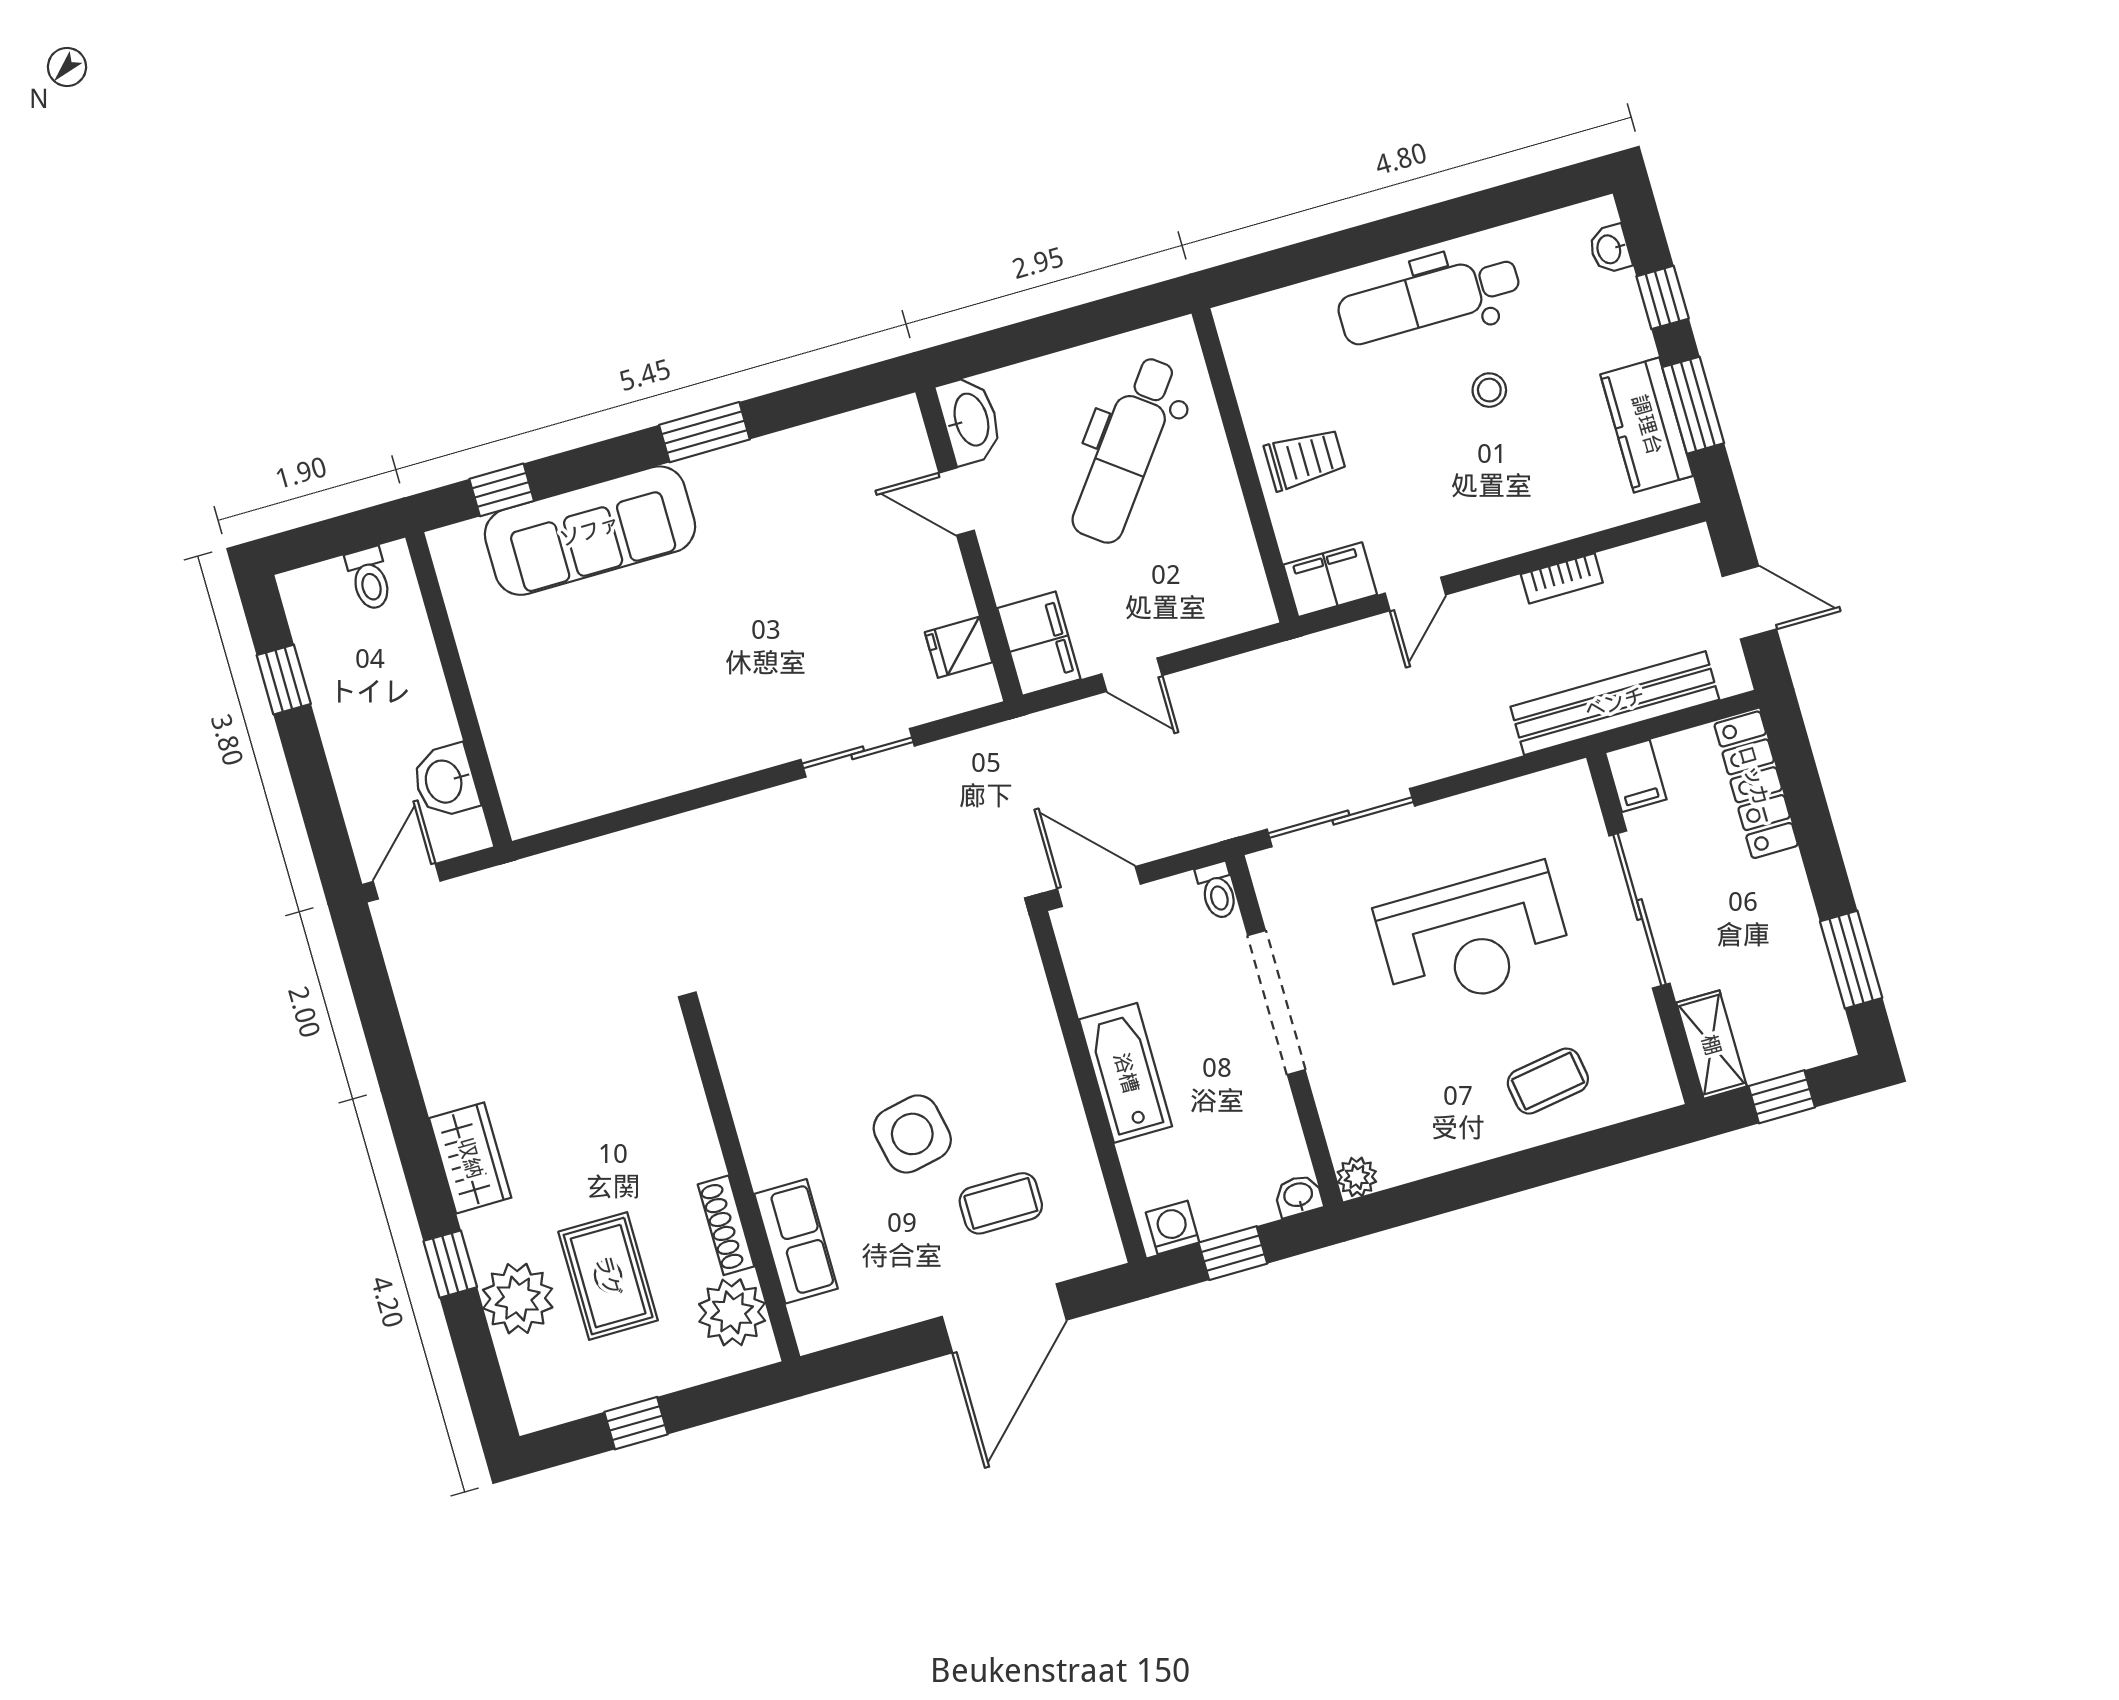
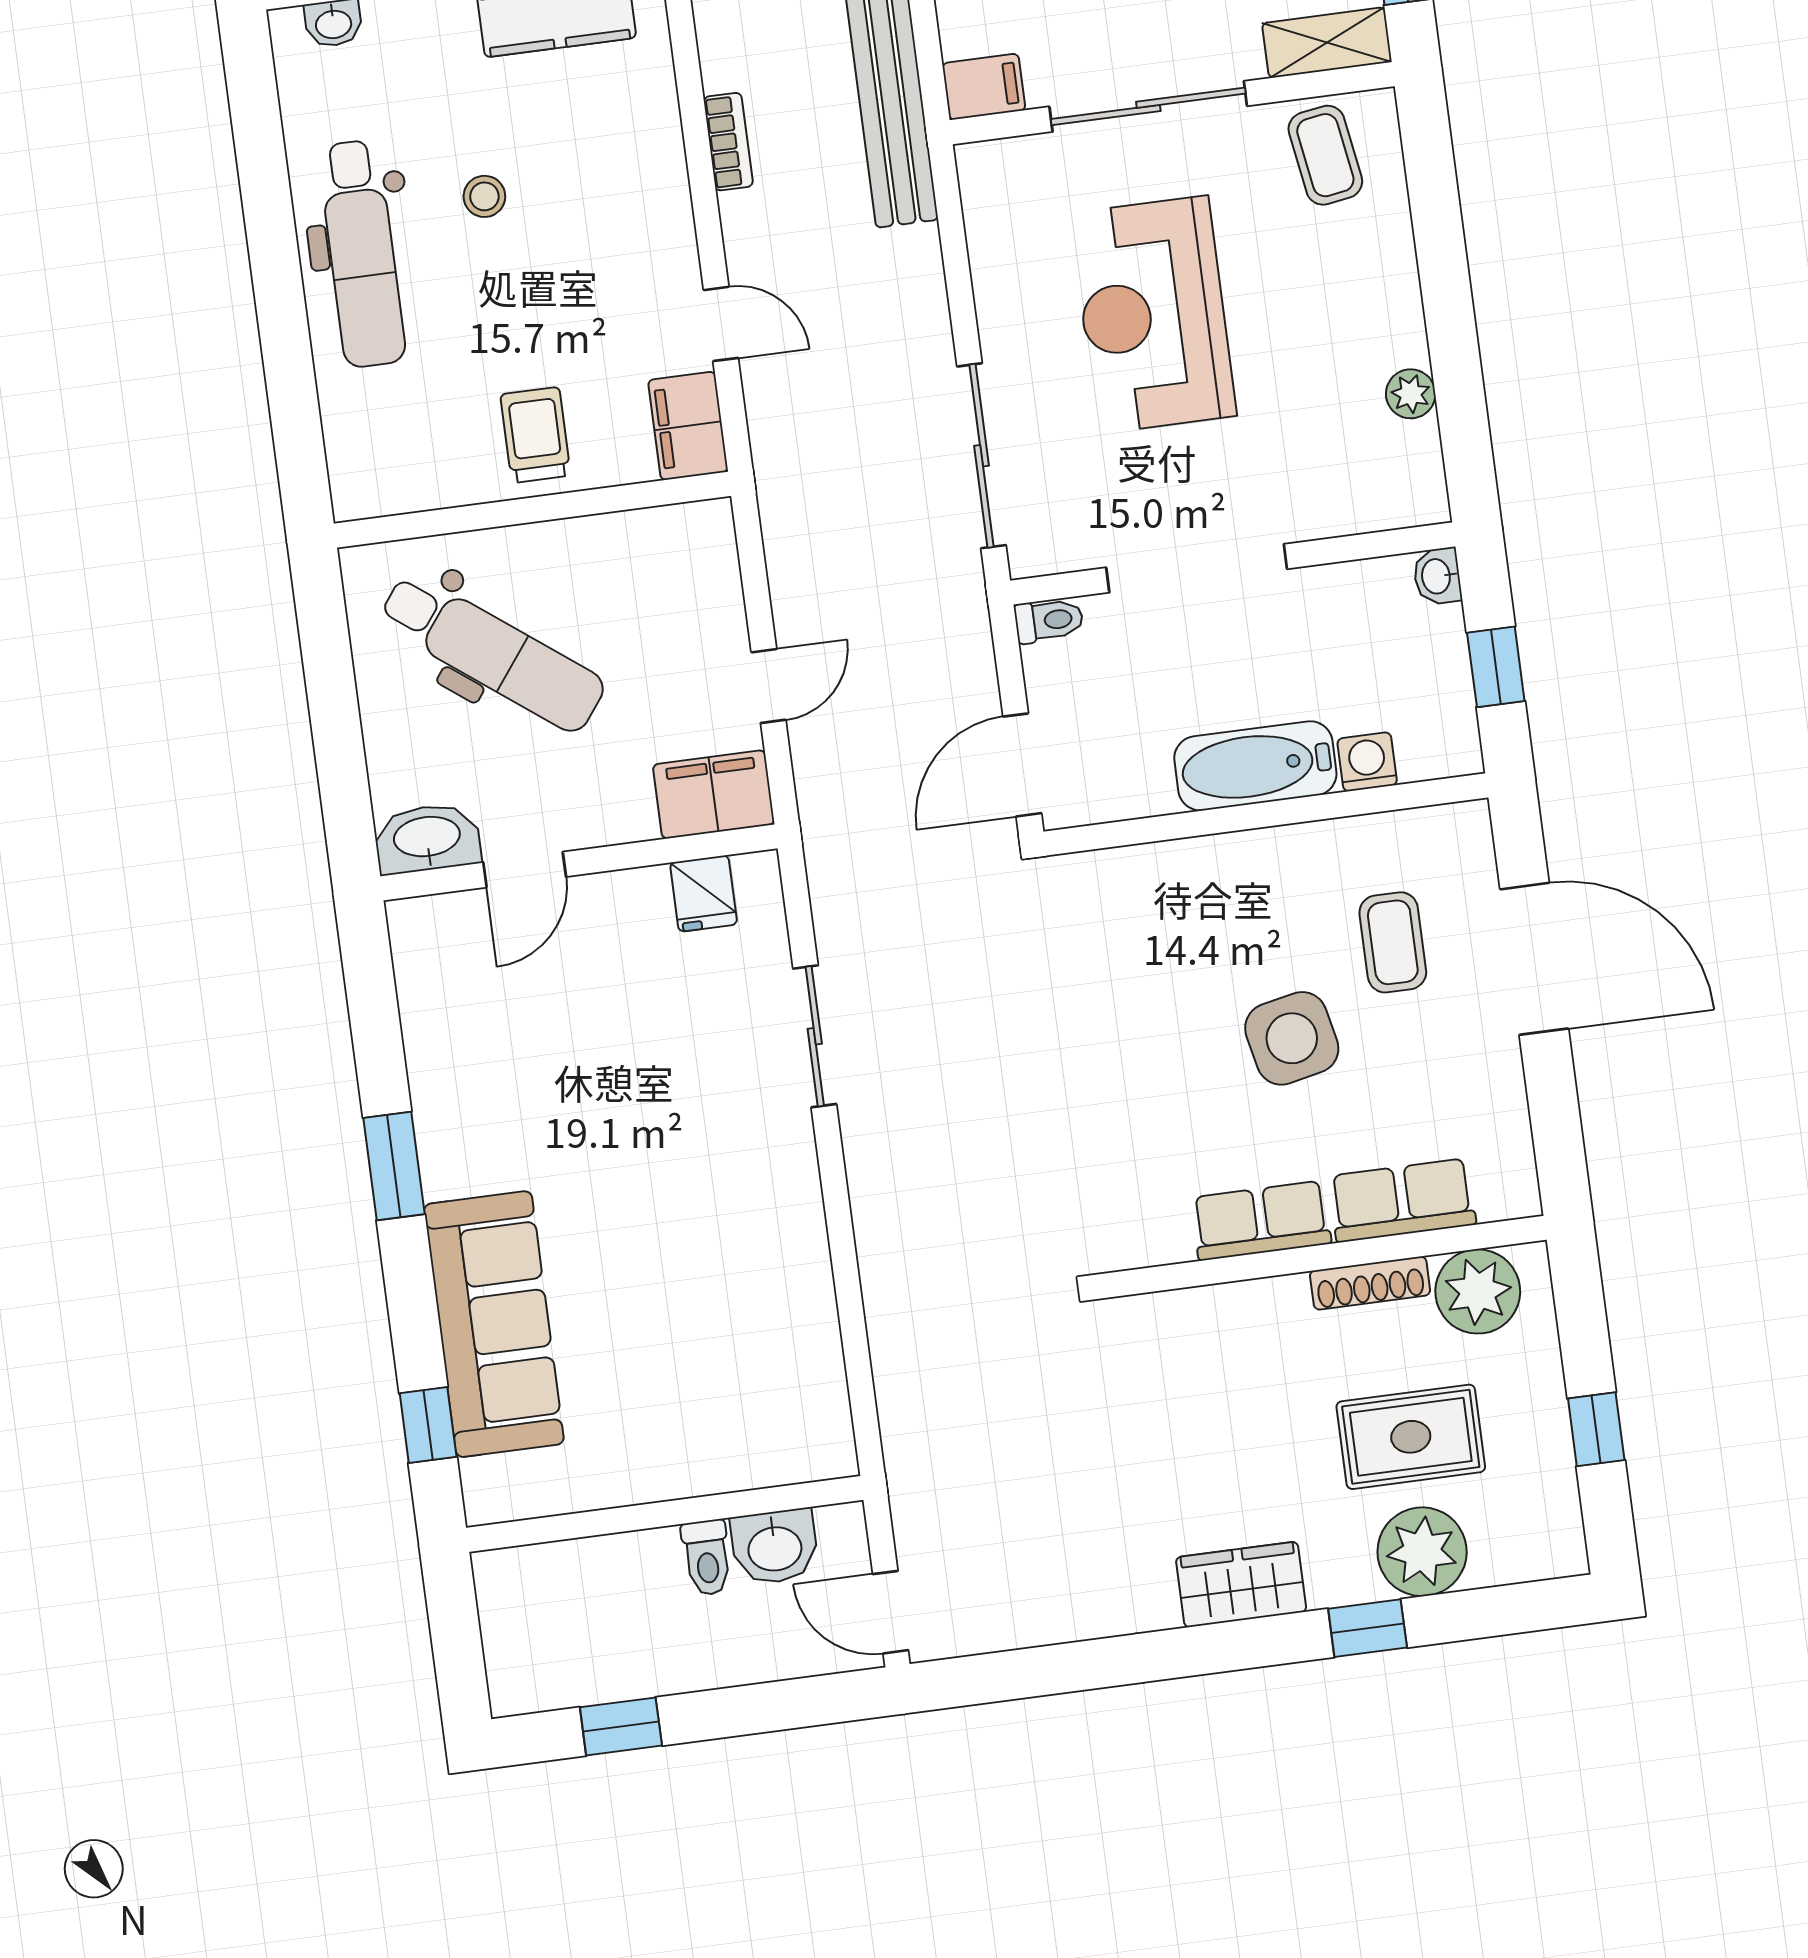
toilet: (369, 579) -> (707, 1558), moved, turned 90
reception desk: (1474, 938) -> (1153, 315), turned 180
coffee table: (1548, 1081) -> (1325, 155), moved
row of seats: (763, 1131) -> (1261, 1221), added
plant: (1357, 1177) -> (1411, 394), moved
washing machine: (1173, 1227) -> (1367, 762), moved, turned 90

